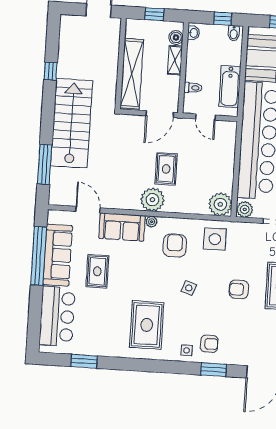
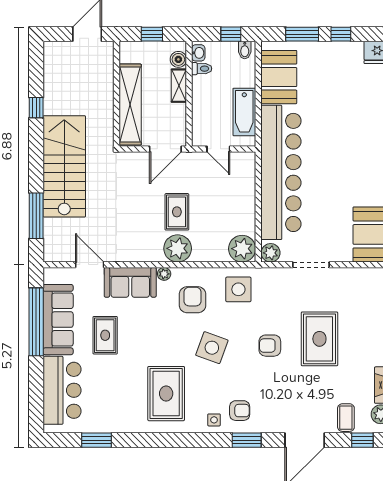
toilet: (193, 88) -> (202, 69), moved
plant: (152, 200) -> (178, 248), moved
side table: (189, 288) -> (212, 348), width x1.87, depth x1.87

